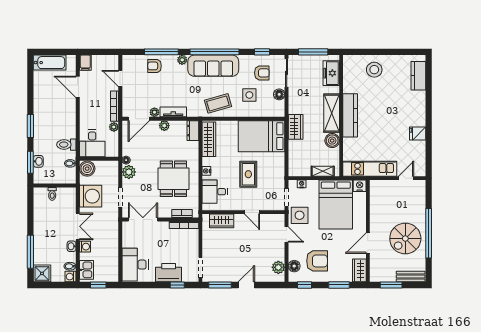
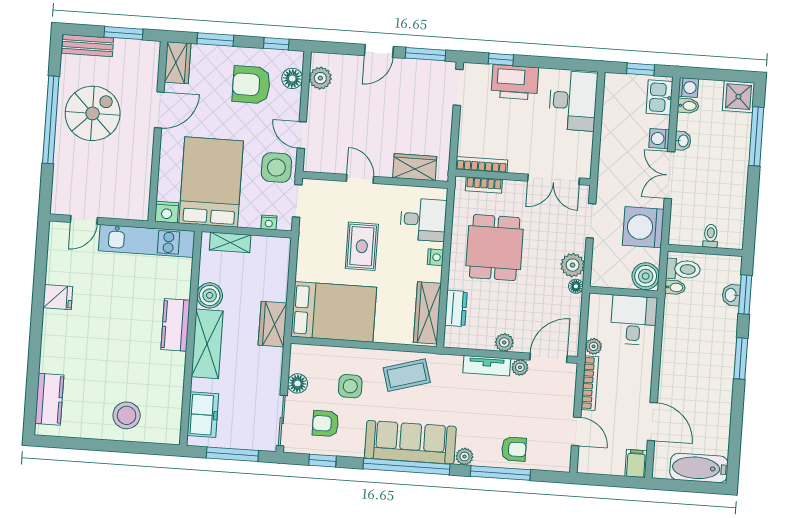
kitchen counter: (350, 115) -> (176, 325), width x0.67
dresser: (193, 131) -> (456, 308), moved
toilet: (66, 145) -> (683, 269), moved

